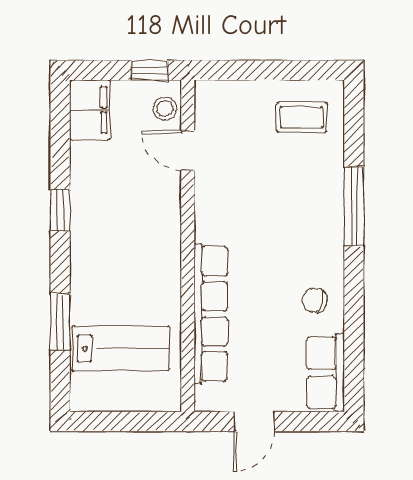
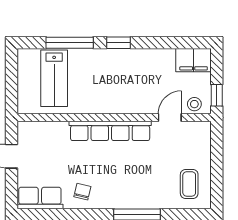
window: (60, 210) -> (118, 43), moved
row of seats: (211, 314) -> (110, 131), moved
window: (60, 322) -> (70, 43), width x1.44

